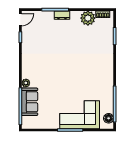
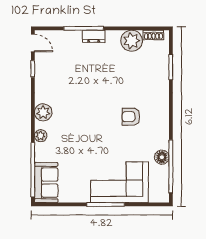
door: (20, 20) -> (33, 43), hinge flipped
plant: (27, 67) -> (43, 112), added
armchair: (87, 70) -> (131, 117), added
sofa: (30, 102) -> (46, 183), moved
floor lamp: (109, 118) -> (162, 157), moved

